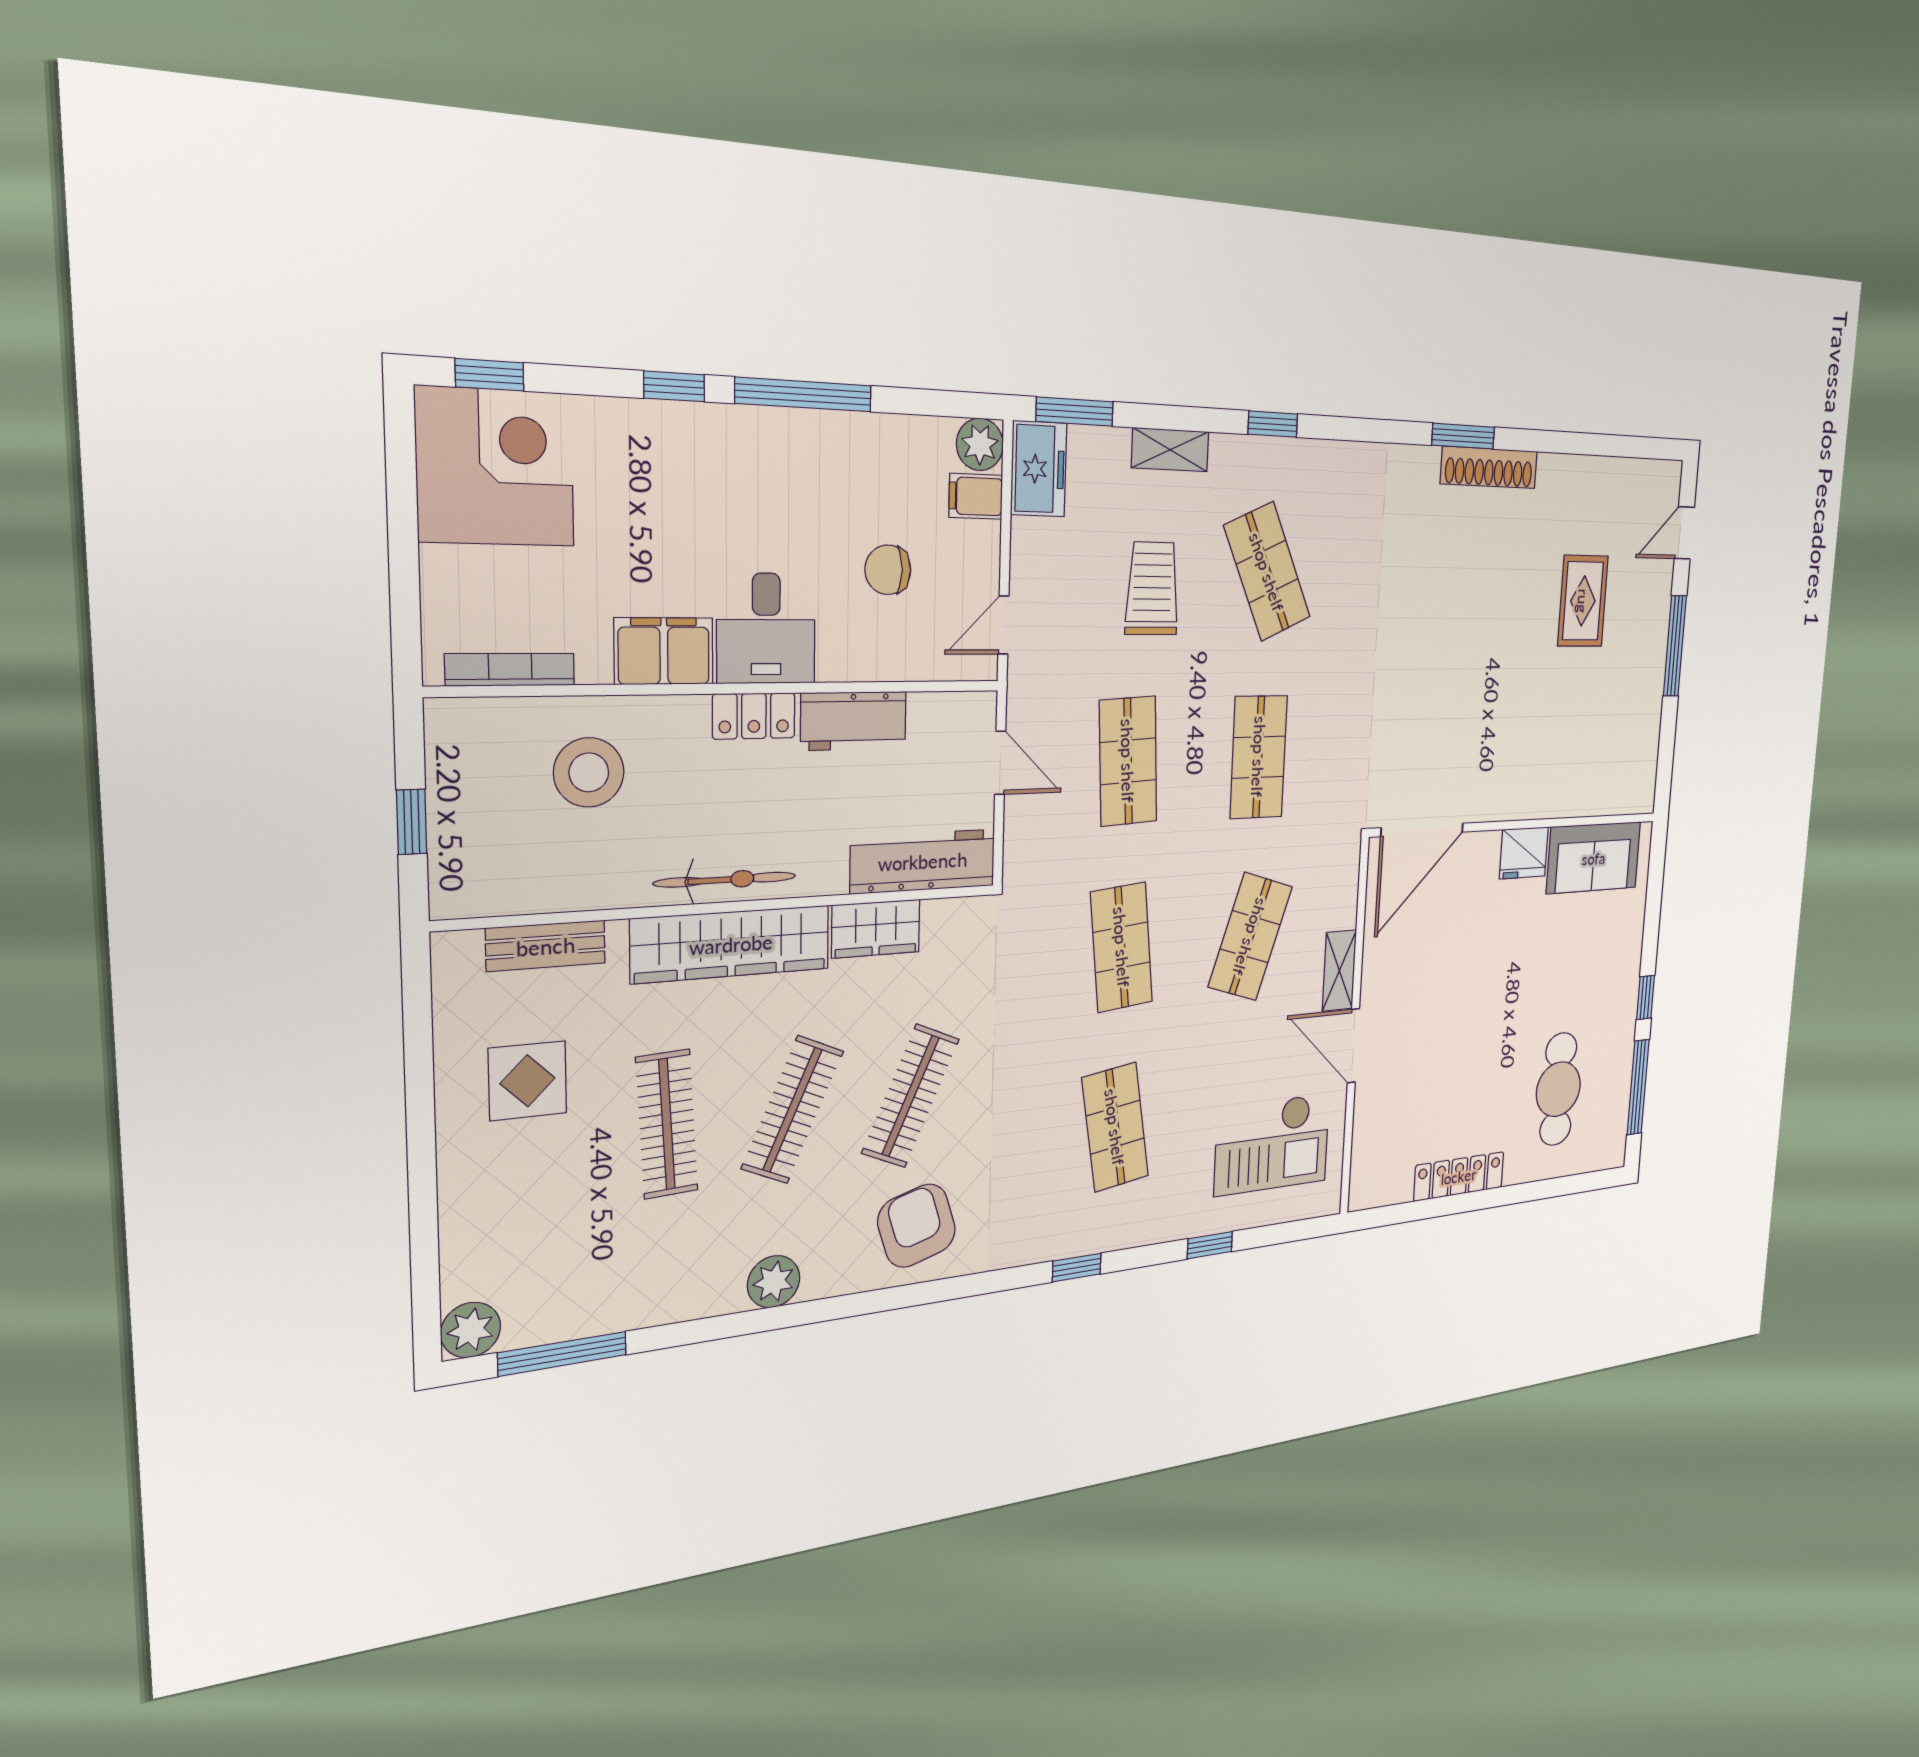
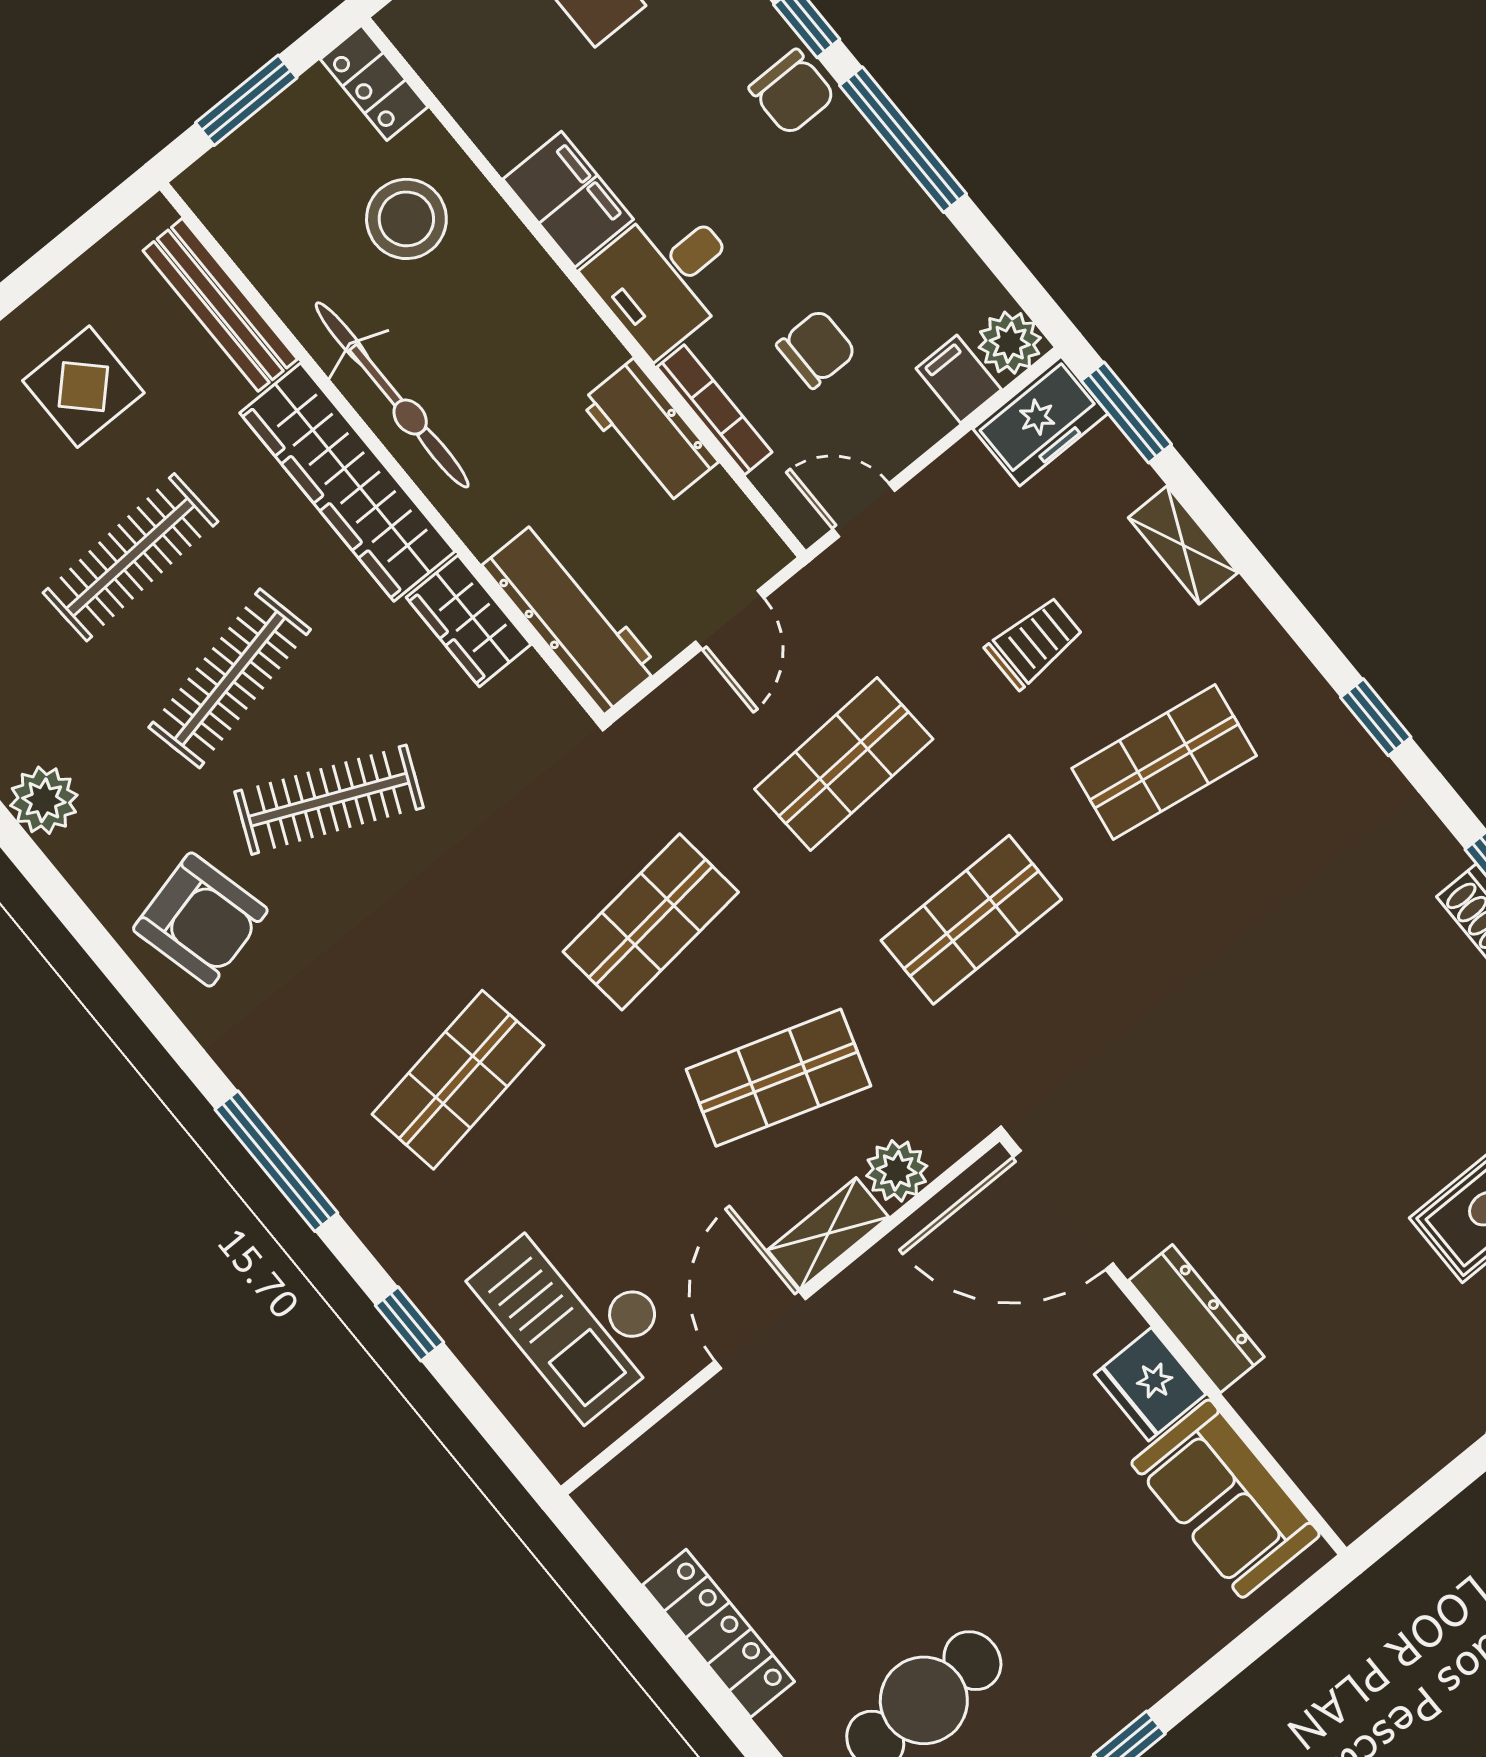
window: (1273, 424) -> (1376, 717), moved
chair: (714, 439) -> (792, 92), added
chair: (888, 570) -> (816, 349), turned 90
shop shelf: (1267, 572) -> (1164, 762), turned 33
trolley: (1152, 589) -> (1034, 643), width x0.73, depth x0.72
bookcase: (510, 670) -> (714, 410), moved
locker: (754, 716) -> (374, 83), moved
dresser: (1516, 802) -> (1196, 1319), added
window: (412, 822) -> (246, 100), width x1.50
bicycle: (725, 880) -> (392, 395), width x1.37, depth x1.40
plant: (1340, 907) -> (897, 1171), added
bench: (546, 946) -> (220, 305), width x1.36
clothes rail: (792, 1110) -> (230, 678), turned -36
armchair: (917, 1226) -> (200, 920), turned 93
window: (1077, 1268) -> (276, 1161), width x2.17

